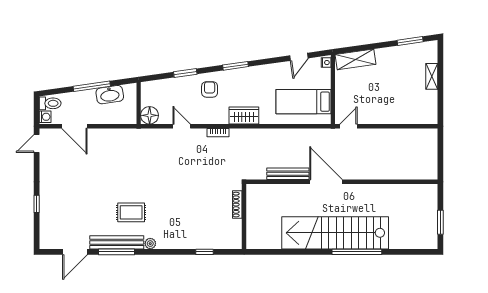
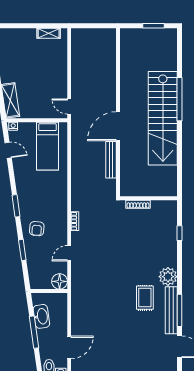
shelving: (432, 76) -> (49, 33), moved
armchair: (210, 89) -> (37, 229), turned -85
wardrobe: (244, 116) -> (60, 198), removed
plant: (150, 244) -> (168, 277), width x1.87, depth x1.87

